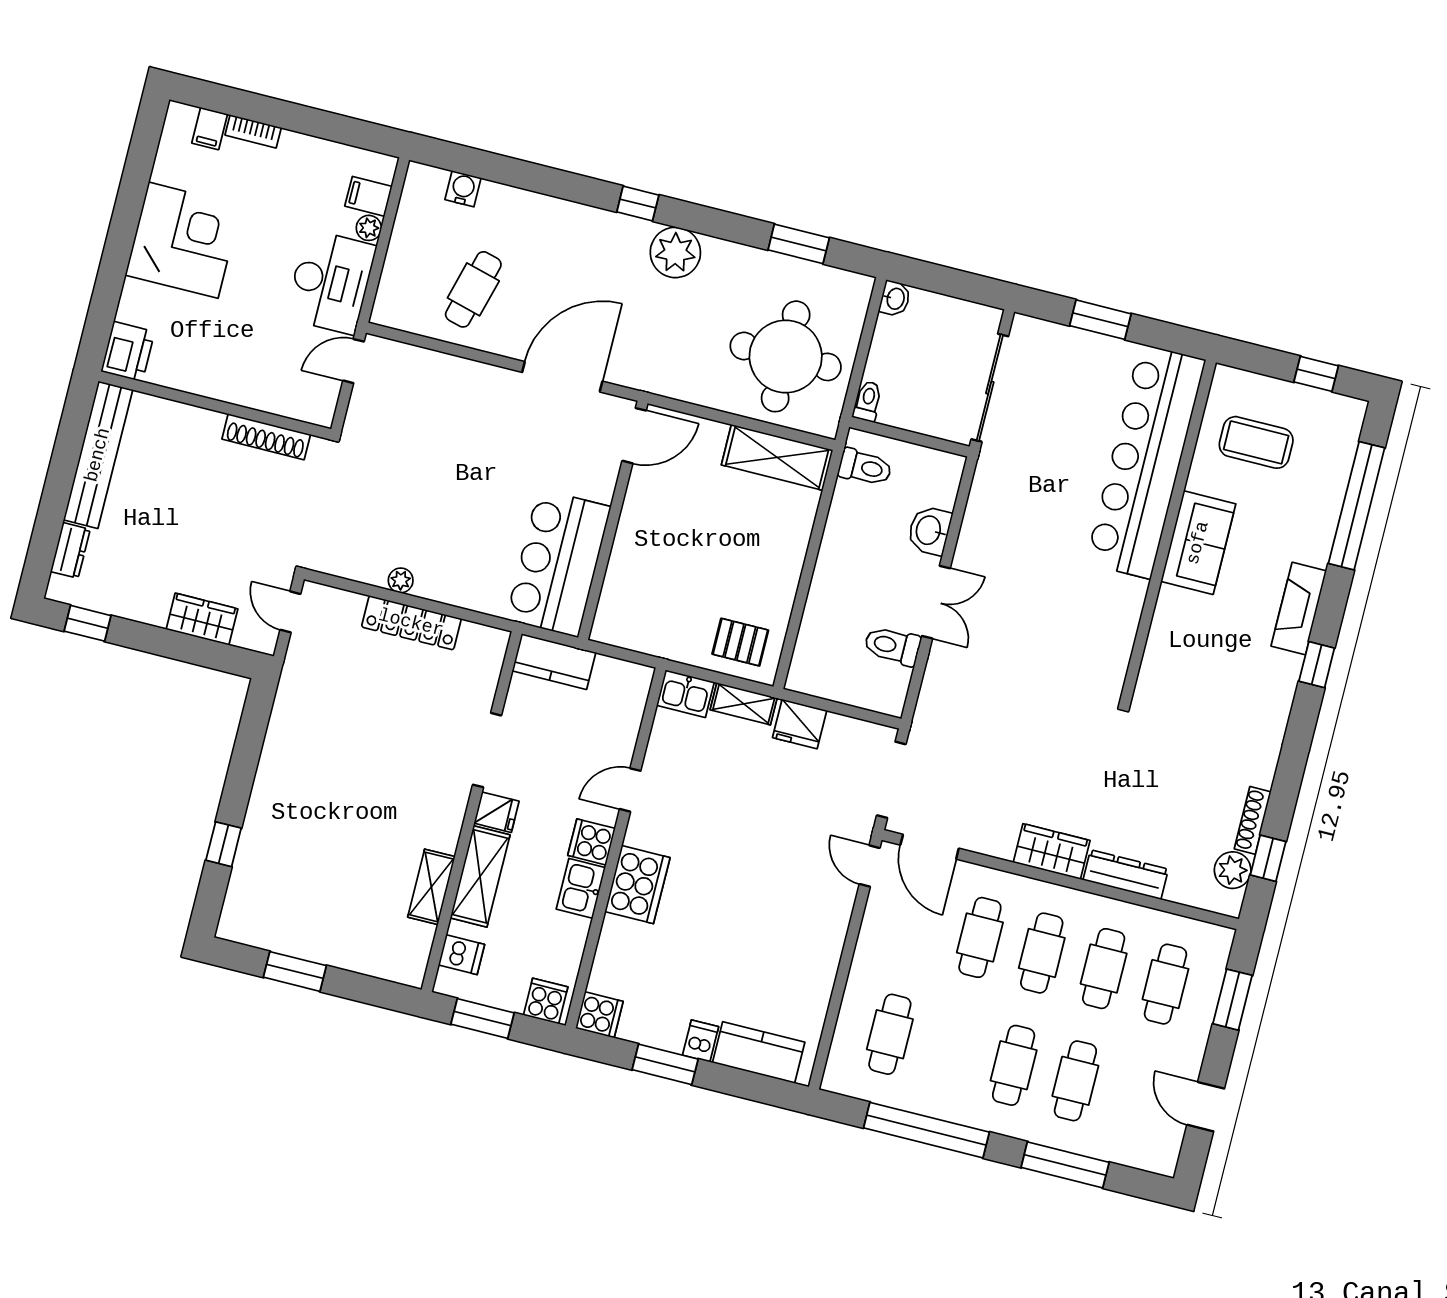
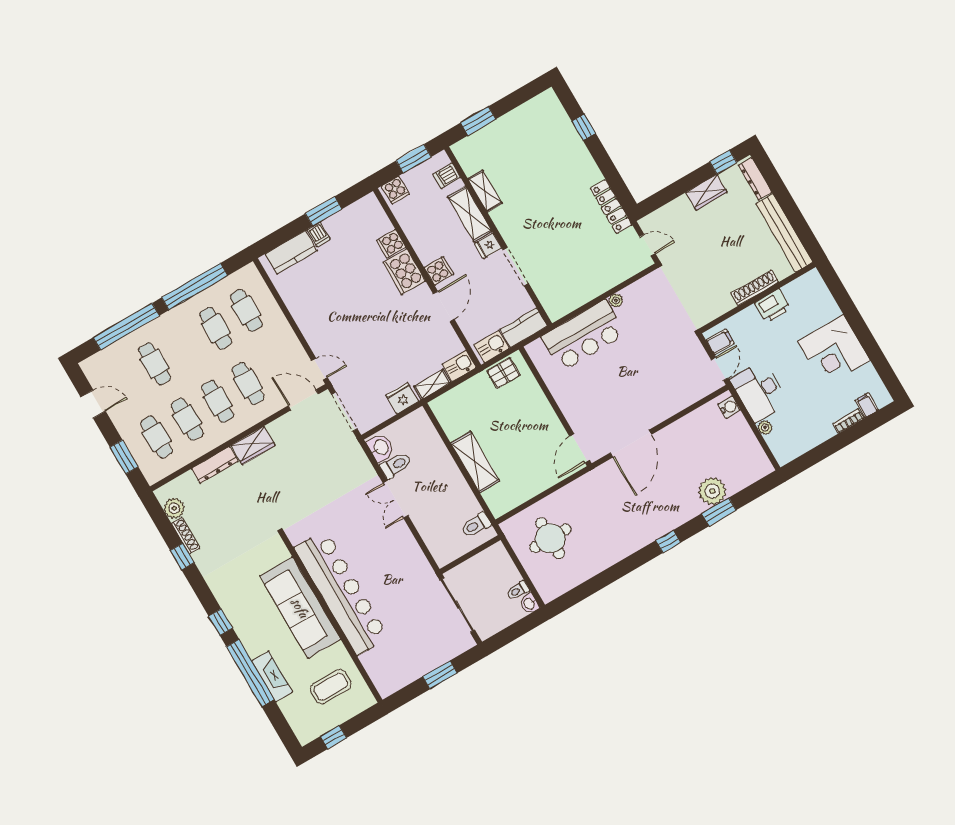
water cooler: (463, 189) -> (729, 407), moved, turned -90
filing cabinet: (368, 196) -> (720, 342), moved
window: (799, 244) -> (719, 512), moved
plant: (675, 252) -> (712, 491), moved
cafe table: (473, 289) -> (700, 444), removed
printer: (128, 352) -> (773, 306), moved, turned -90
round table: (786, 356) -> (550, 538), width x0.73, depth x0.73
toilet: (868, 401) -> (518, 590), moved, turned 90
shoe rack: (266, 437) -> (755, 288), moved
shelving: (777, 457) -> (475, 462), moved, turned 90
bar counter: (1146, 461) -> (341, 593), moved
window: (1357, 506) -> (250, 673), moved
washbasin: (929, 530) -> (381, 448), moved
sofa: (1198, 543) -> (300, 608), width x1.85, depth x1.27
dresser: (70, 550) -> (755, 179), width x1.44
bar counter: (558, 563) -> (583, 336), moved, turned 90
fireplace: (1299, 608) -> (272, 676), moved
wardrobe: (202, 619) -> (706, 192), moved
locker: (411, 623) -> (611, 207), moved, turned -90
pallet: (740, 642) -> (504, 373), moved
door: (630, 790) -> (444, 306), width x1.38
window: (1268, 858) -> (182, 557), moved
kitchen sink: (581, 888) -> (492, 347), moved, turned -90
window: (295, 971) -> (478, 121), moved
cooker: (599, 1015) -> (391, 244), moved
cafe table: (1014, 1065) -> (216, 328), moved
window: (1065, 1165) -> (126, 327), width x1.46

